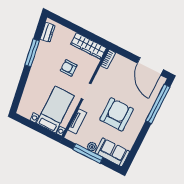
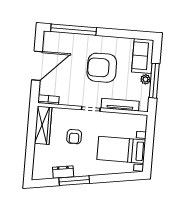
dresser: (48, 32) -> (63, 172), moved
door: (150, 66) -> (37, 66), moved
bed with nightstands: (55, 110) -> (121, 150), moved
tv unit: (77, 121) -> (120, 105), width x1.41

